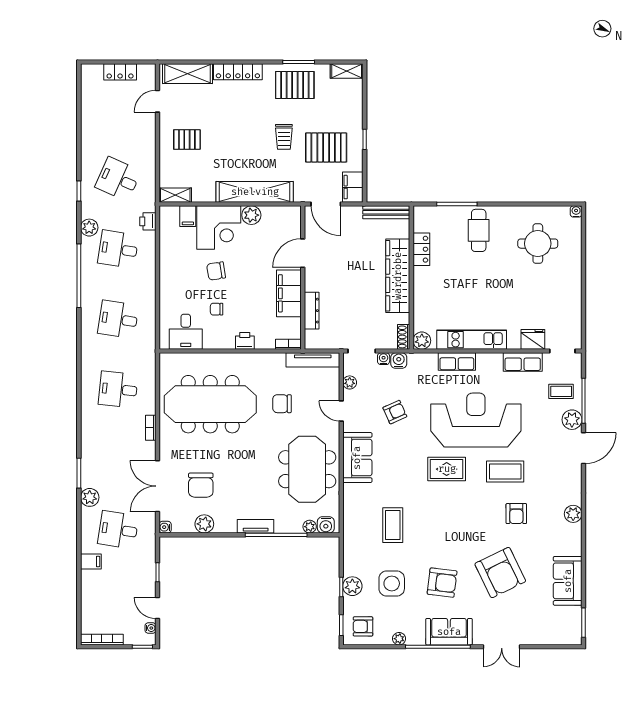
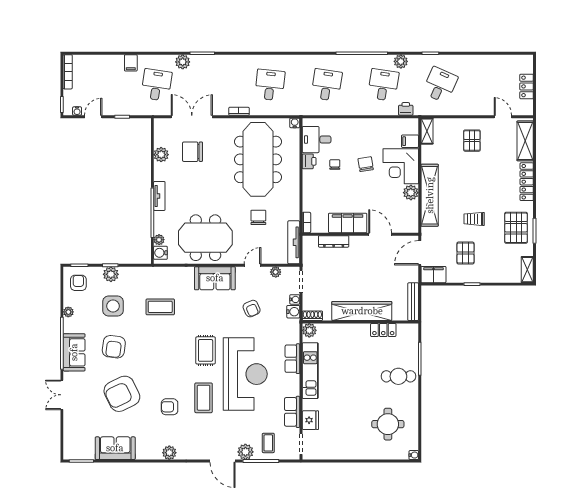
pallet: (326, 147) -> (465, 253), width x0.67, depth x0.71
printer: (245, 341) -> (309, 161), moved
water cooler: (165, 527) -> (295, 123), moved

